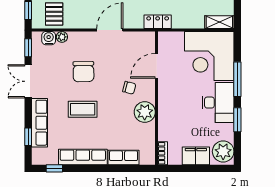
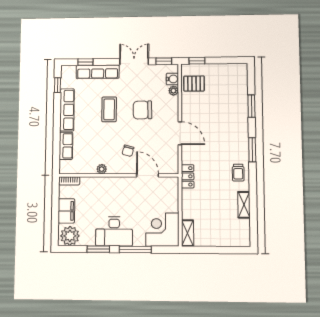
corner desk: (209, 56) -> (162, 230), width x0.74, depth x0.74
plant: (145, 112) -> (102, 169), width x0.53, depth x0.53

